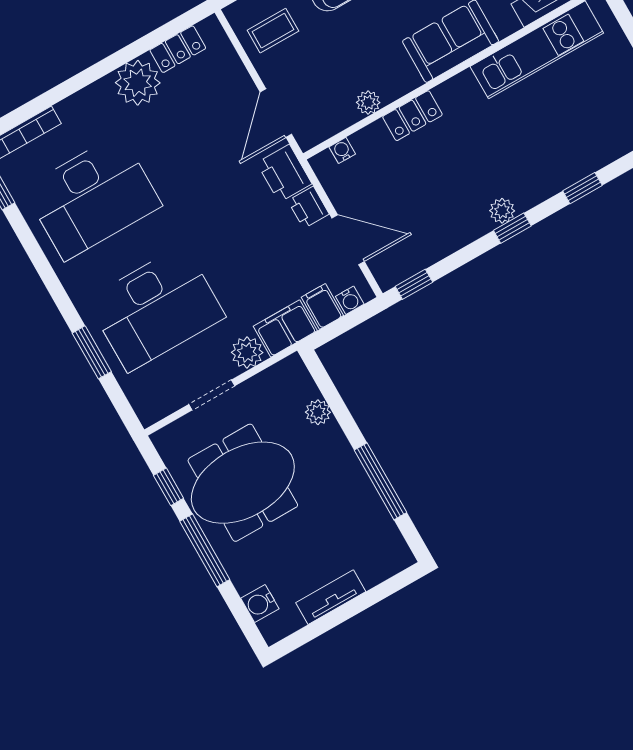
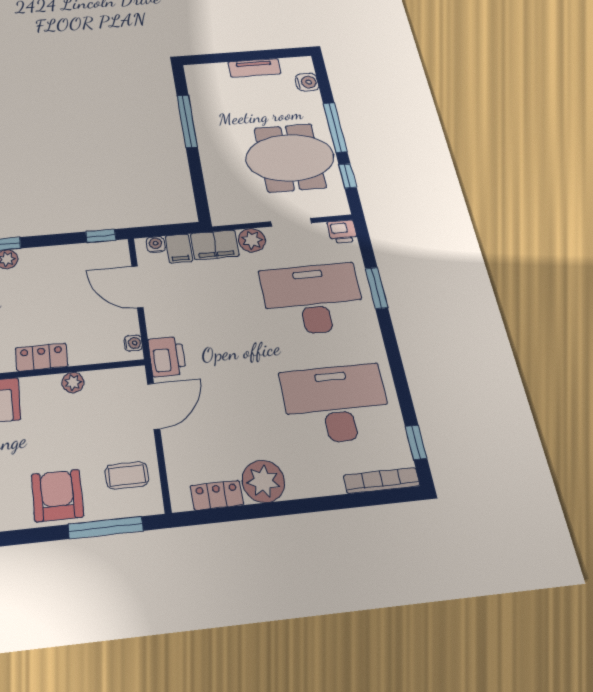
water cooler: (342, 150) -> (133, 343), moved, turned -90
printer: (308, 207) -> (342, 231), moved, turned 90
plant: (318, 412) -> (214, 181), removed

